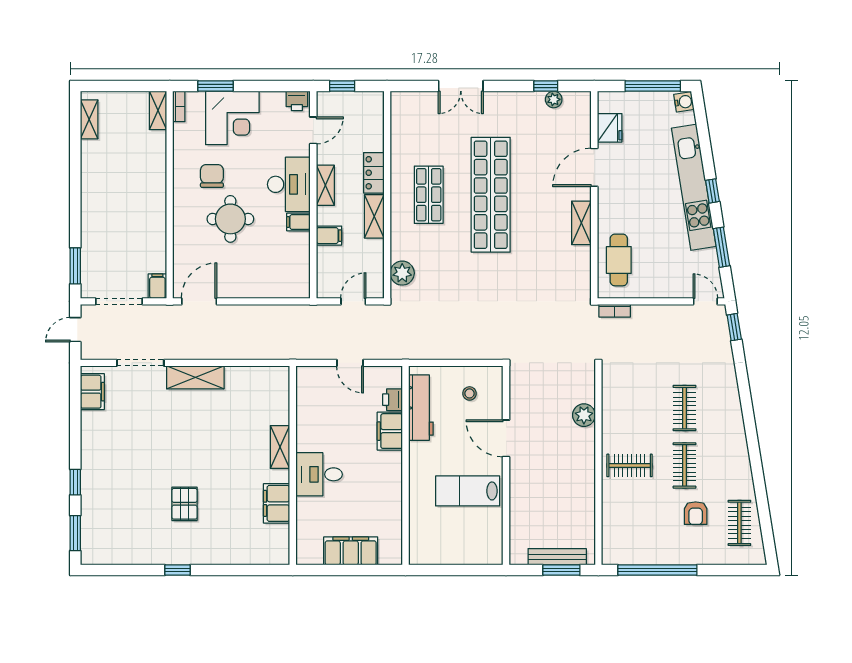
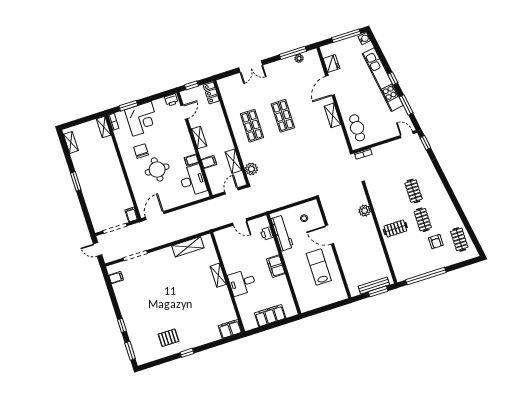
window: (546, 86) -> (293, 53), width x2.17
locker: (374, 173) -> (211, 93), moved
desk: (289, 184) -> (193, 180), moved
shop shelf: (491, 195) -> (283, 116), width x0.50, depth x0.74
shelving: (374, 216) -> (233, 161), moved
window: (75, 266) -> (76, 181), moved
door: (75, 330) -> (98, 249), hinge flipped
shelving: (195, 377) -> (188, 247), moved
filing cabinet: (92, 392) -> (116, 278), width x0.50
filing cabinet: (390, 431) -> (276, 266), moved
lab bench: (468, 491) -> (319, 267), turned 90
filing cabinet: (277, 503) -> (230, 329), moved, turned 90
pallet: (184, 504) -> (168, 338), moved, turned 90

